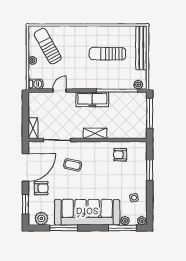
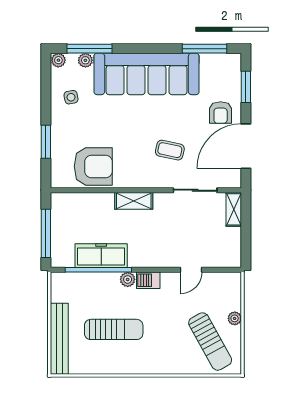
barbecue: (36, 84) -> (148, 280), moved
plant: (138, 85) -> (128, 279), moved
freezer: (92, 99) -> (101, 256), moved
armchair: (120, 155) -> (93, 166), width x1.88, depth x1.88
armchair: (41, 188) -> (221, 113), turned -90
plant: (41, 219) -> (220, 64), removed
window: (64, 228) -> (204, 49), moved

